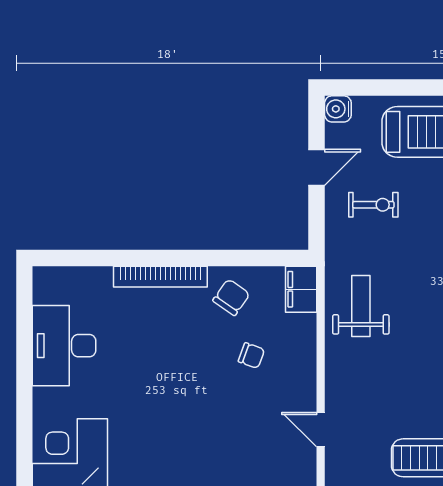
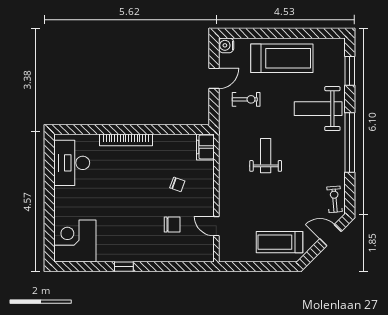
chair: (231, 297) -> (172, 224), moved, turned 55
weight bench: (361, 306) -> (266, 156), moved
desk: (64, 346) -> (72, 163), moved

